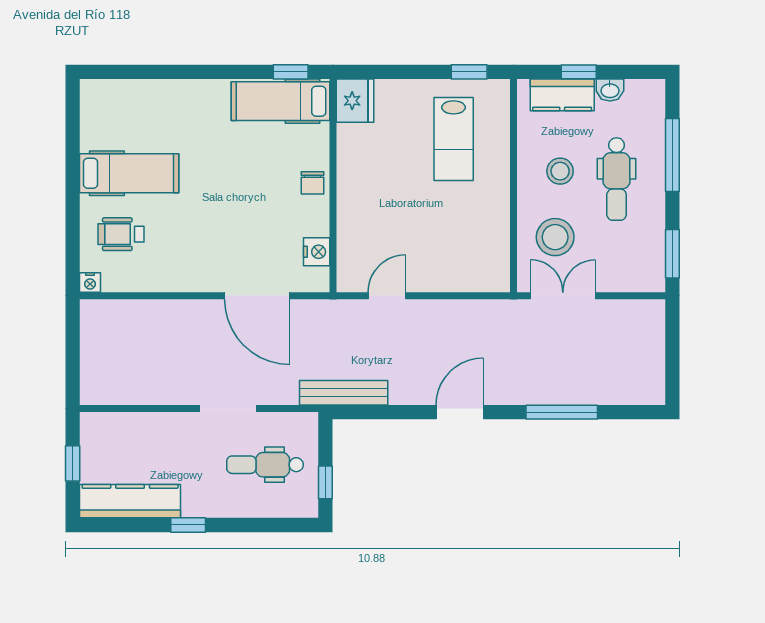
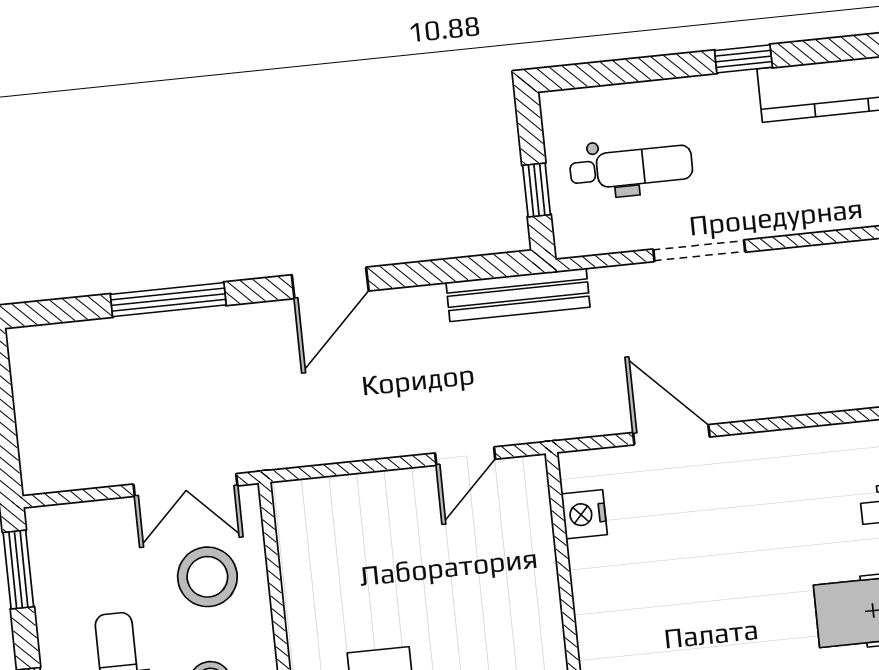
chair: (312, 183) -> (602, 623), removed
door: (257, 296) -> (671, 435), width x0.73
window: (325, 482) -> (537, 190), moved

